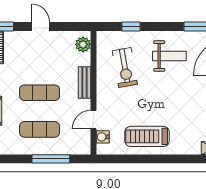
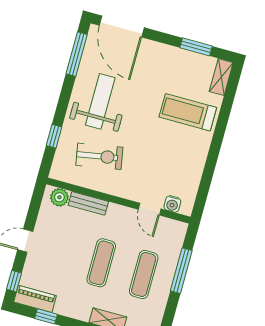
weight bench: (169, 56) -> (100, 101), width x1.36, depth x1.33
bench: (85, 82) -> (88, 203), moved
treadmill: (147, 136) -> (188, 112), moved, turned 90

